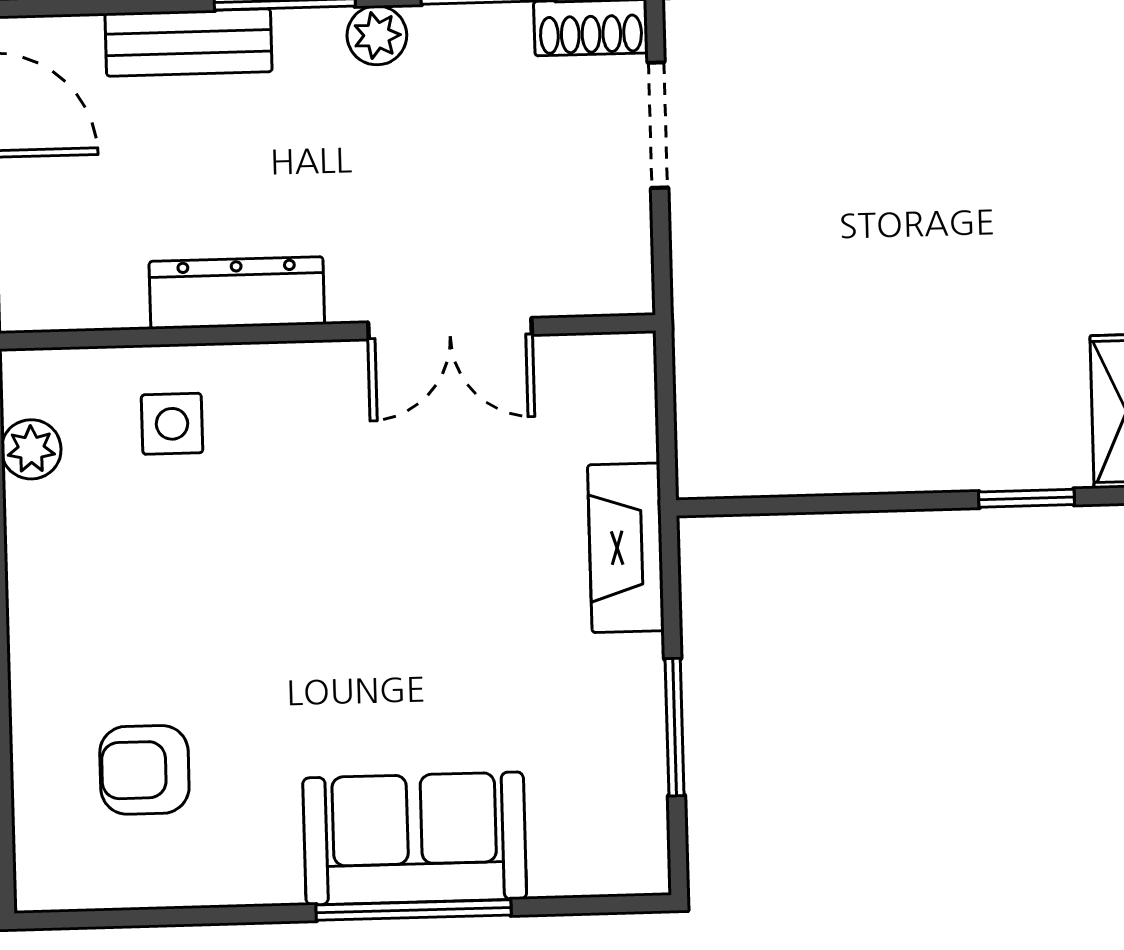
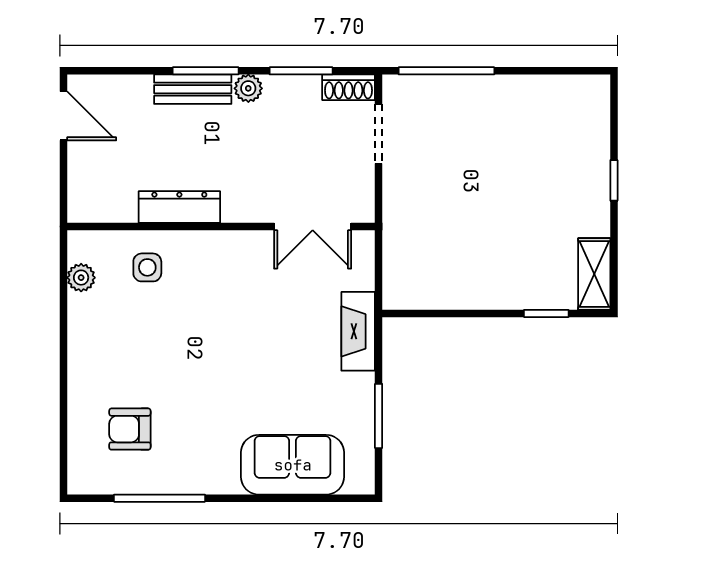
bench: (189, 42) -> (193, 89), moved
double door: (450, 329) -> (313, 227), moved
sofa: (415, 838) -> (293, 465), moved
window: (414, 910) -> (159, 498), moved

